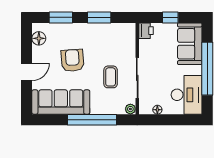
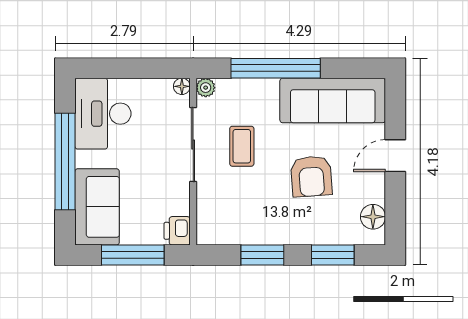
window: (170, 17) -> (133, 255), width x2.17
floor lamp: (157, 110) -> (182, 86), moved

